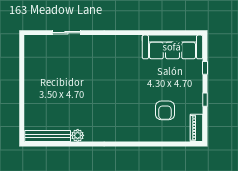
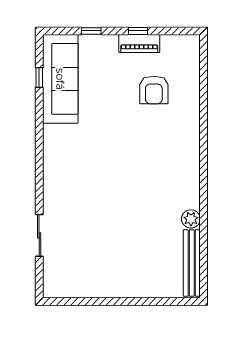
window: (173, 33) -> (39, 77), added
armchair: (165, 110) -> (154, 90), turned 90
piano: (196, 128) -> (139, 44), moved

